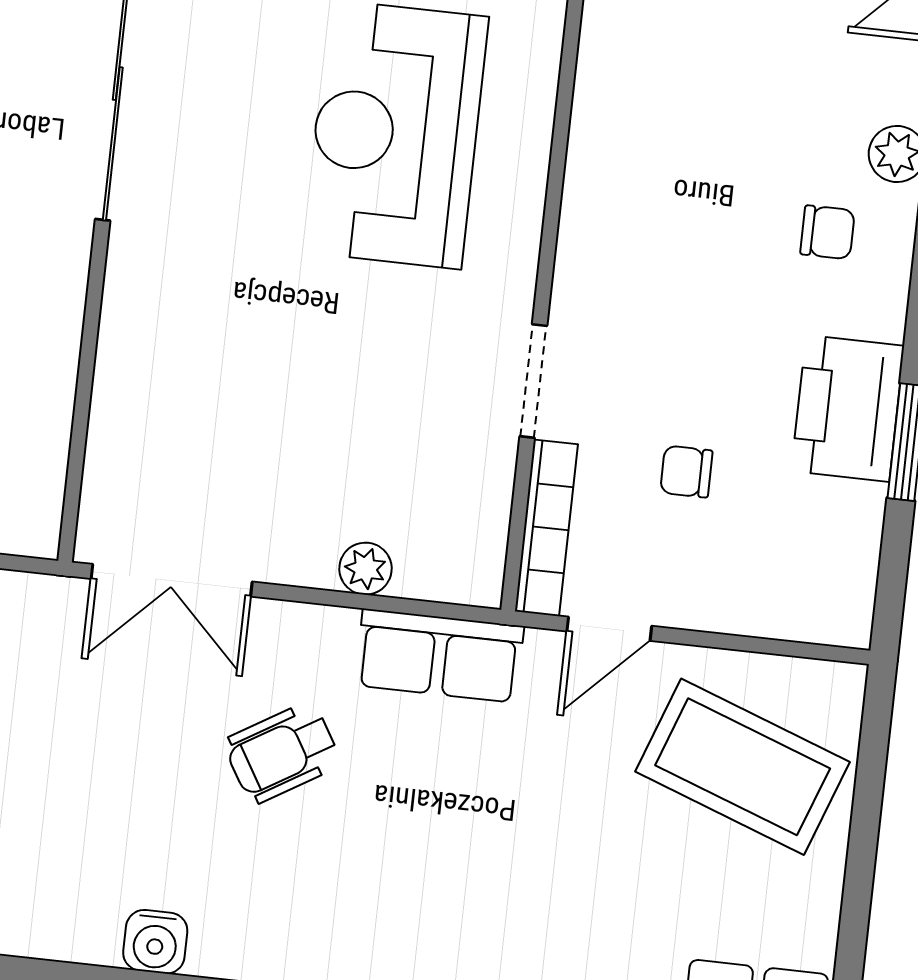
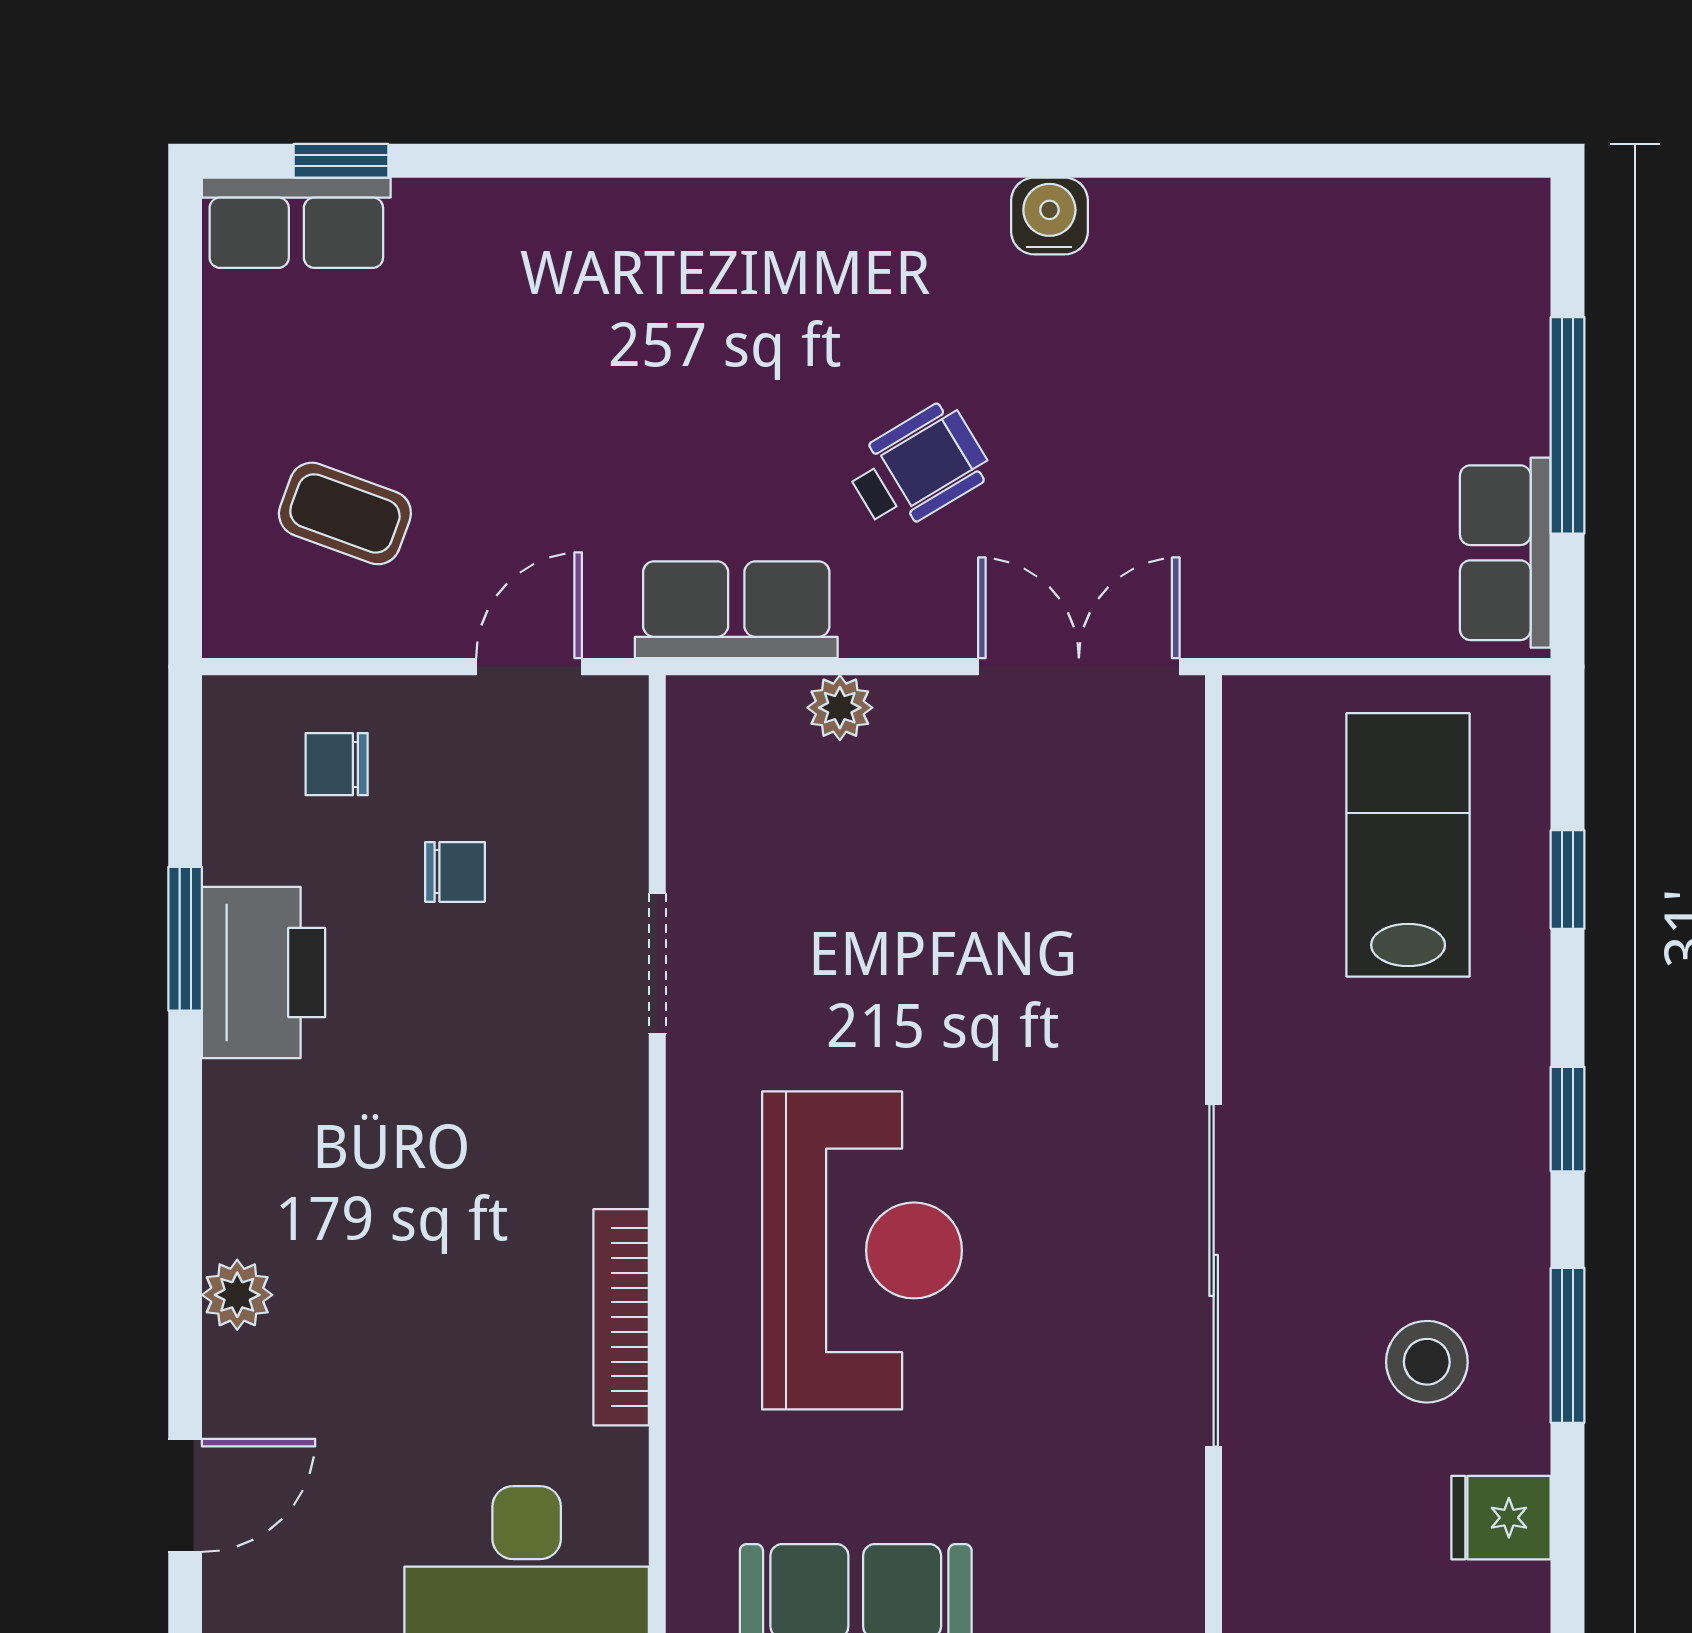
chair: (827, 232) -> (337, 764), moved
bookcase: (546, 528) -> (621, 1317), moved
coffee table: (743, 767) -> (345, 513), width x0.54, depth x0.58

